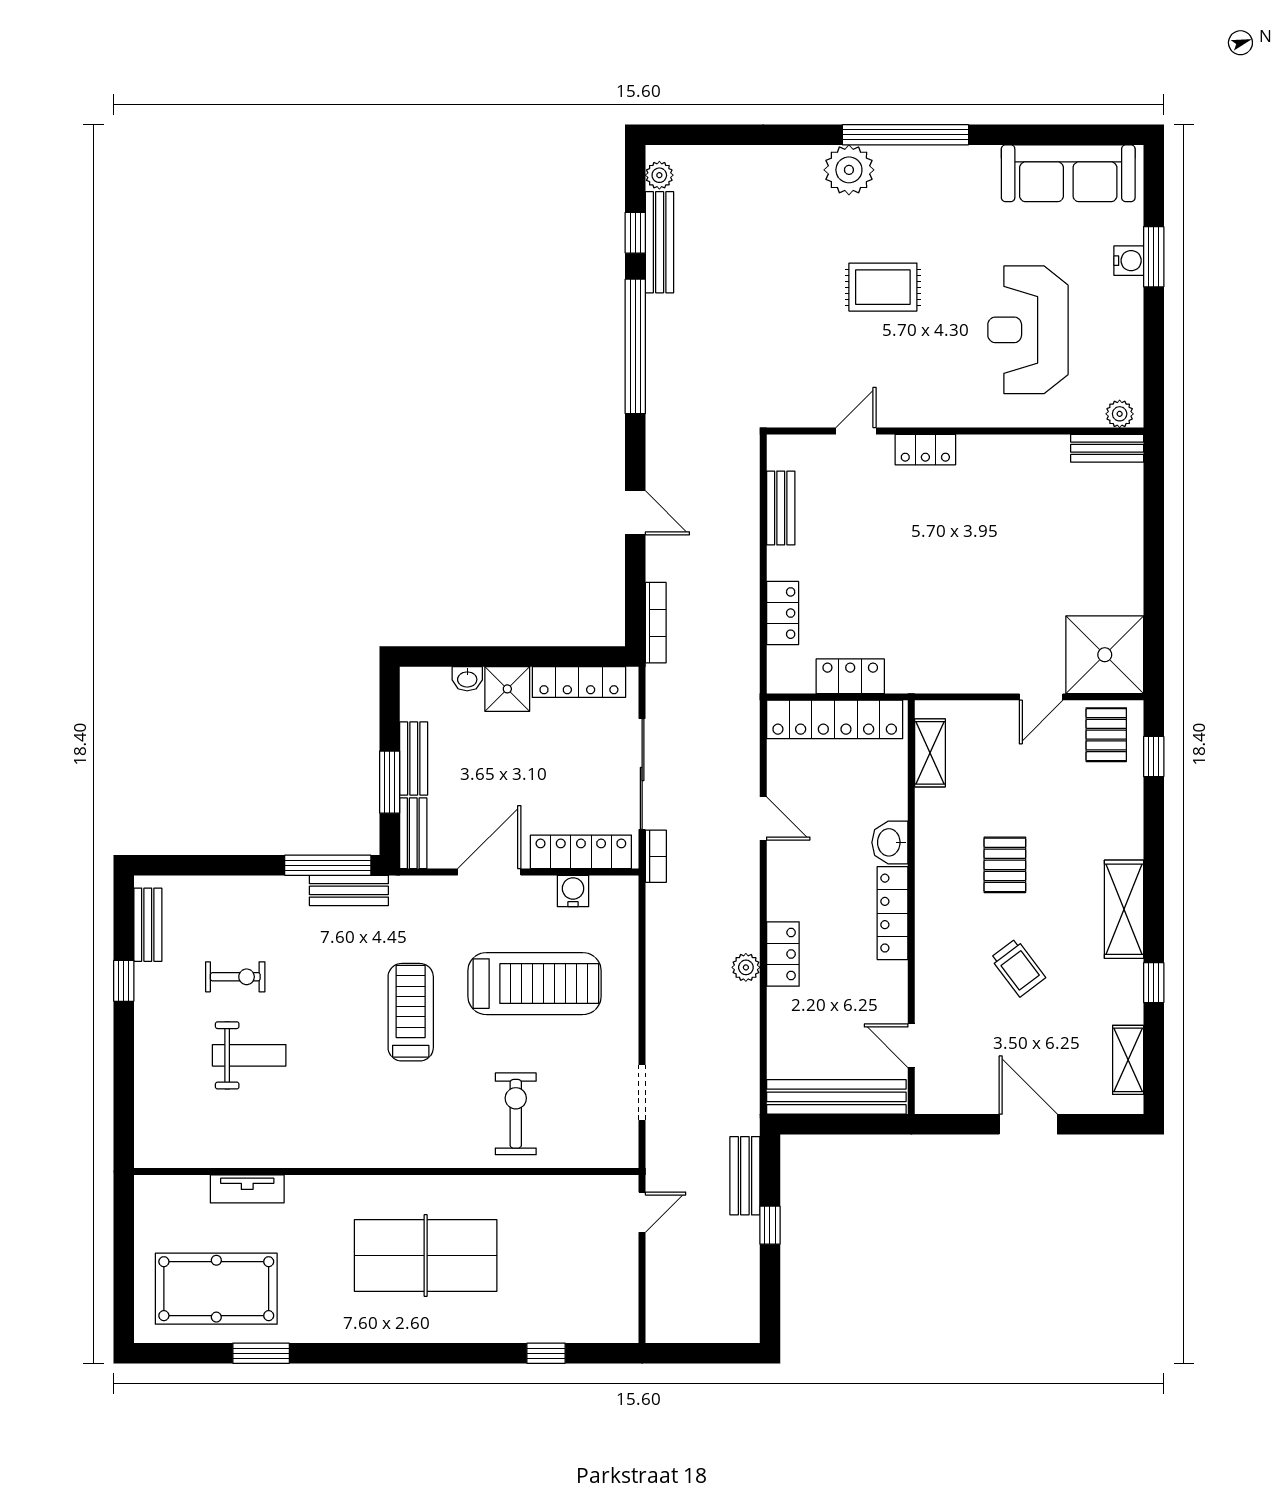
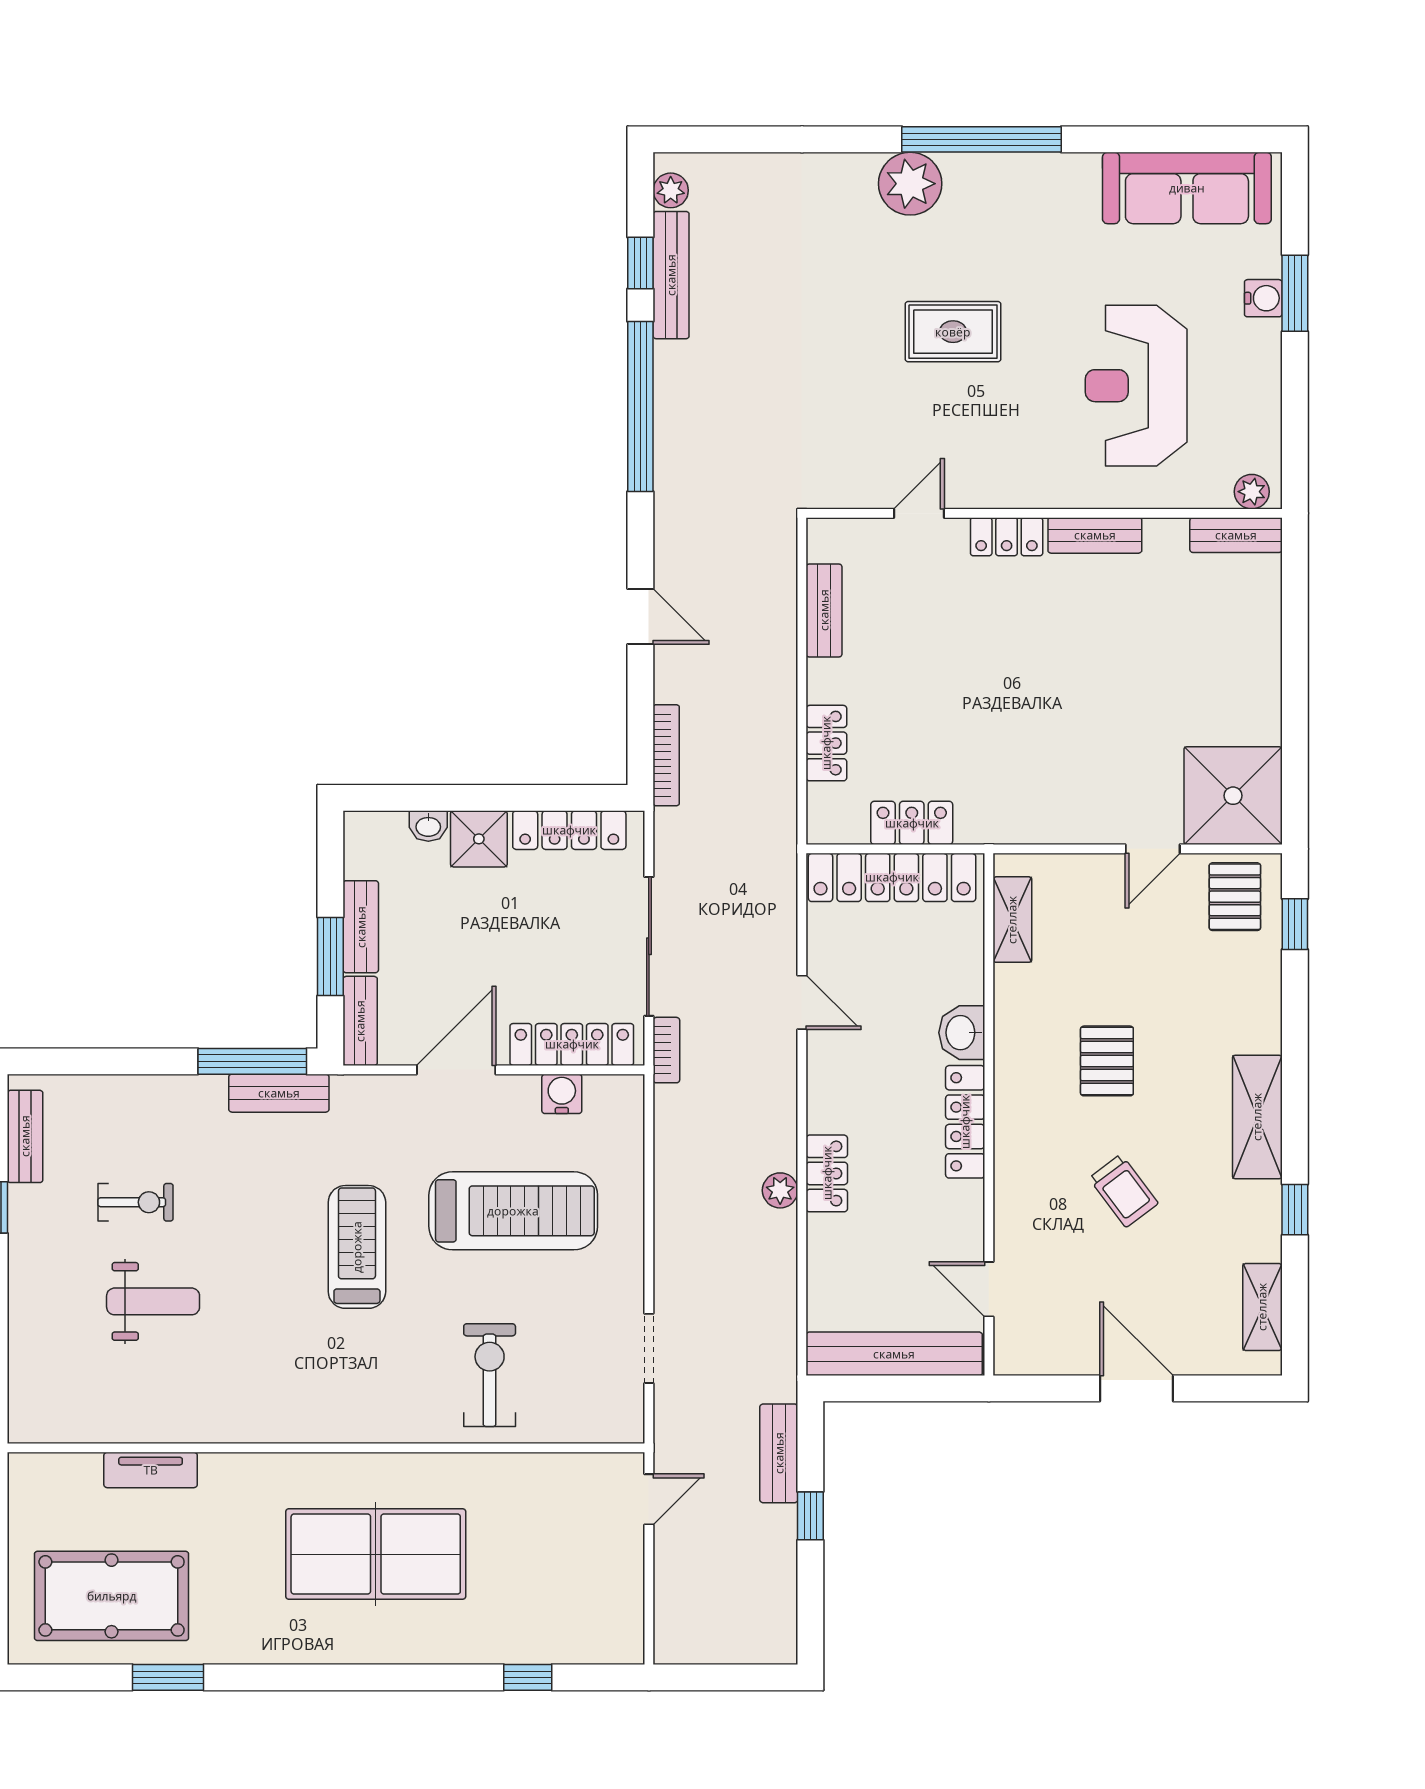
bench: (995, 448) -> (1095, 535), added

